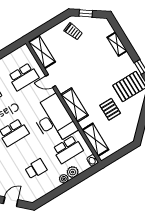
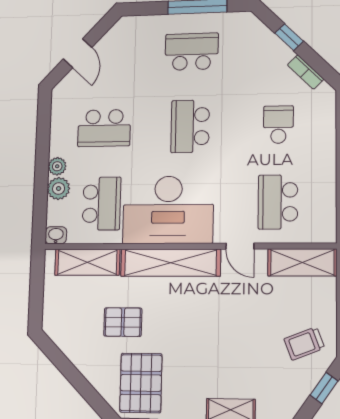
door: (51, 81) -> (240, 246), swing flipped
shelving: (74, 105) -> (170, 263), width x1.47
school desk: (68, 149) -> (102, 204), turned 180
school desk: (36, 169) -> (104, 128), width x1.85

